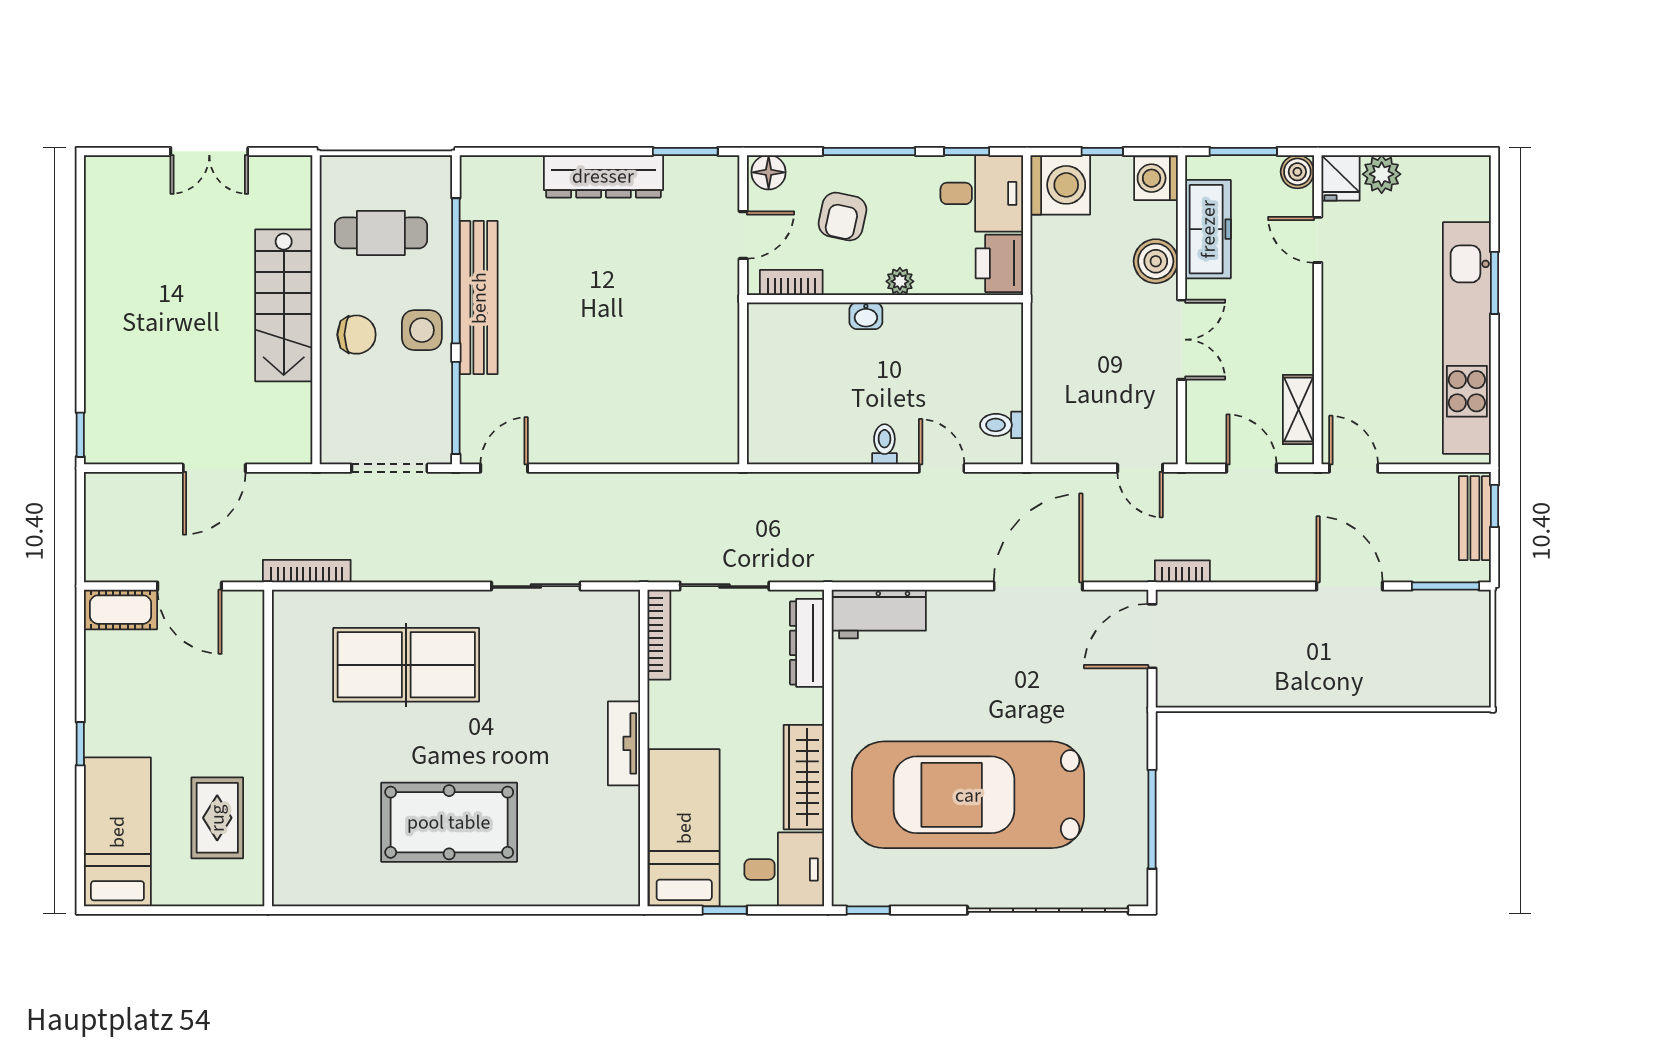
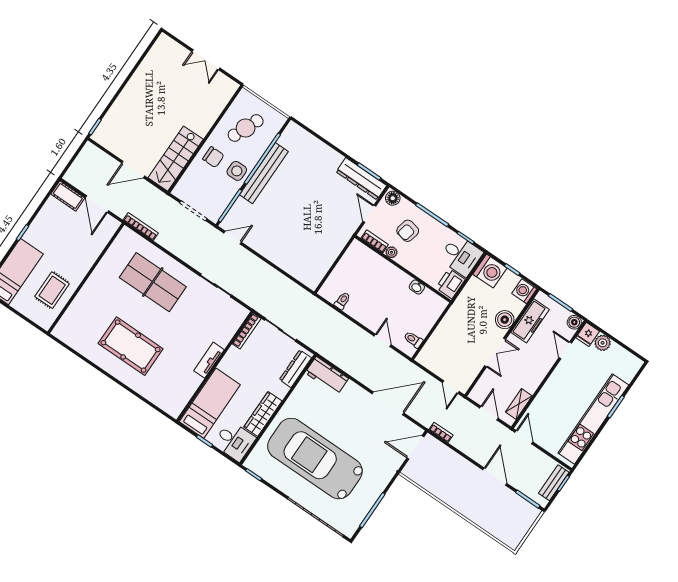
dresser: (603, 176) -> (361, 179), moved
cafe table: (381, 233) -> (246, 128), turned -67
door: (743, 235) -> (369, 214), swing flipped
plant: (900, 281) -> (391, 252), moved
stairs: (284, 305) -> (176, 159), moved
washbasin: (866, 316) -> (417, 287), moved
toilet: (884, 444) -> (342, 301), moved

